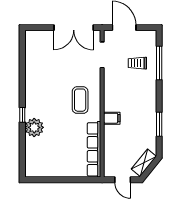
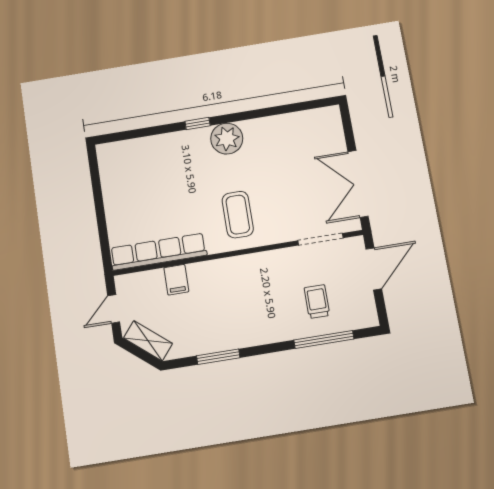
coffee table: (80, 100) -> (238, 215), turned 90
filing cabinet: (112, 118) -> (176, 280), moved
plant: (34, 127) -> (227, 139), moved

